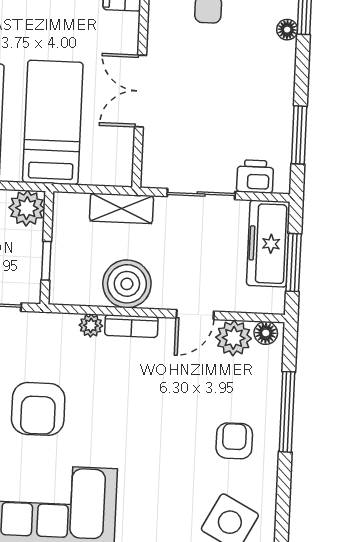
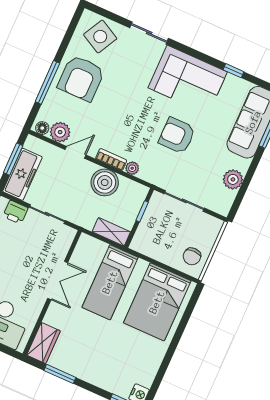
plant: (27, 208) -> (141, 243), removed
shelving: (122, 208) -> (111, 232), moved
armchair: (38, 409) -> (177, 135), turned -90
armchair: (234, 441) -> (81, 78), width x1.88, depth x1.88

